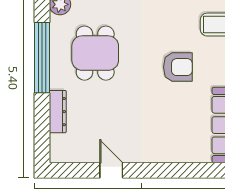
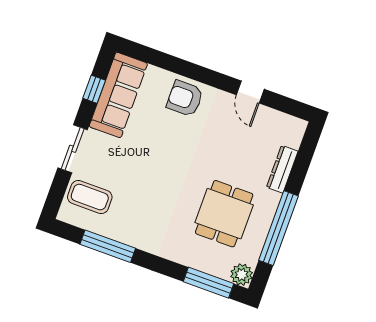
armchair: (178, 67) -> (185, 98), moved

